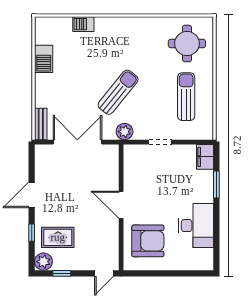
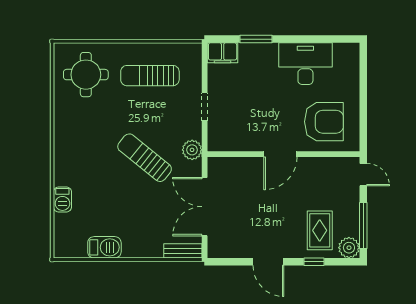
armchair: (148, 241) -> (324, 122), turned 90
window: (62, 273) -> (363, 226), width x2.17

